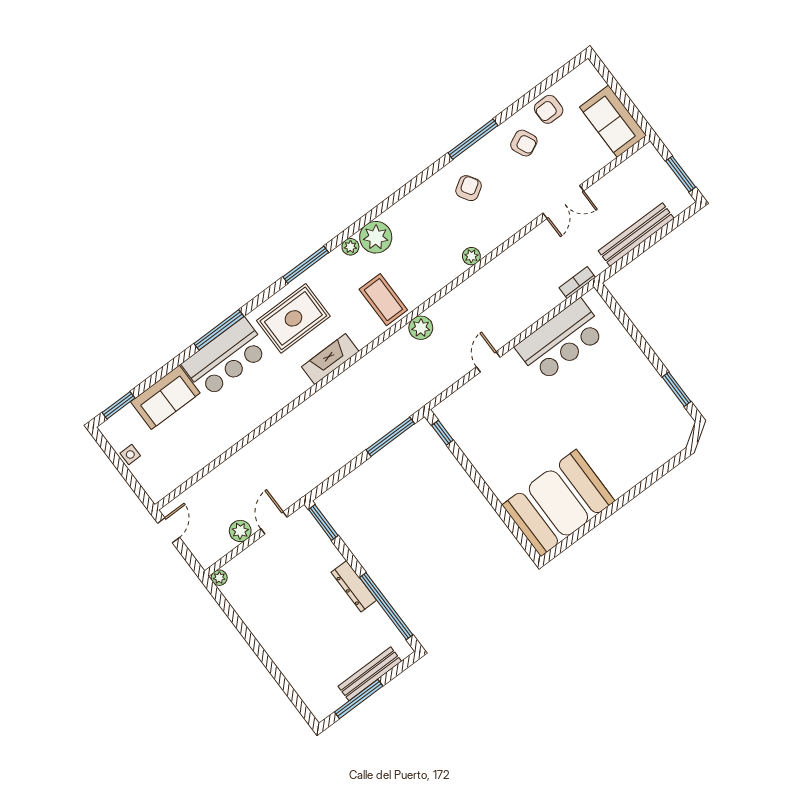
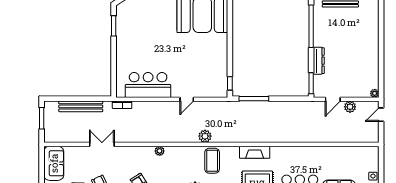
door: (169, 530) -> (381, 115), moved
dresser: (354, 586) -> (319, 61), moved

